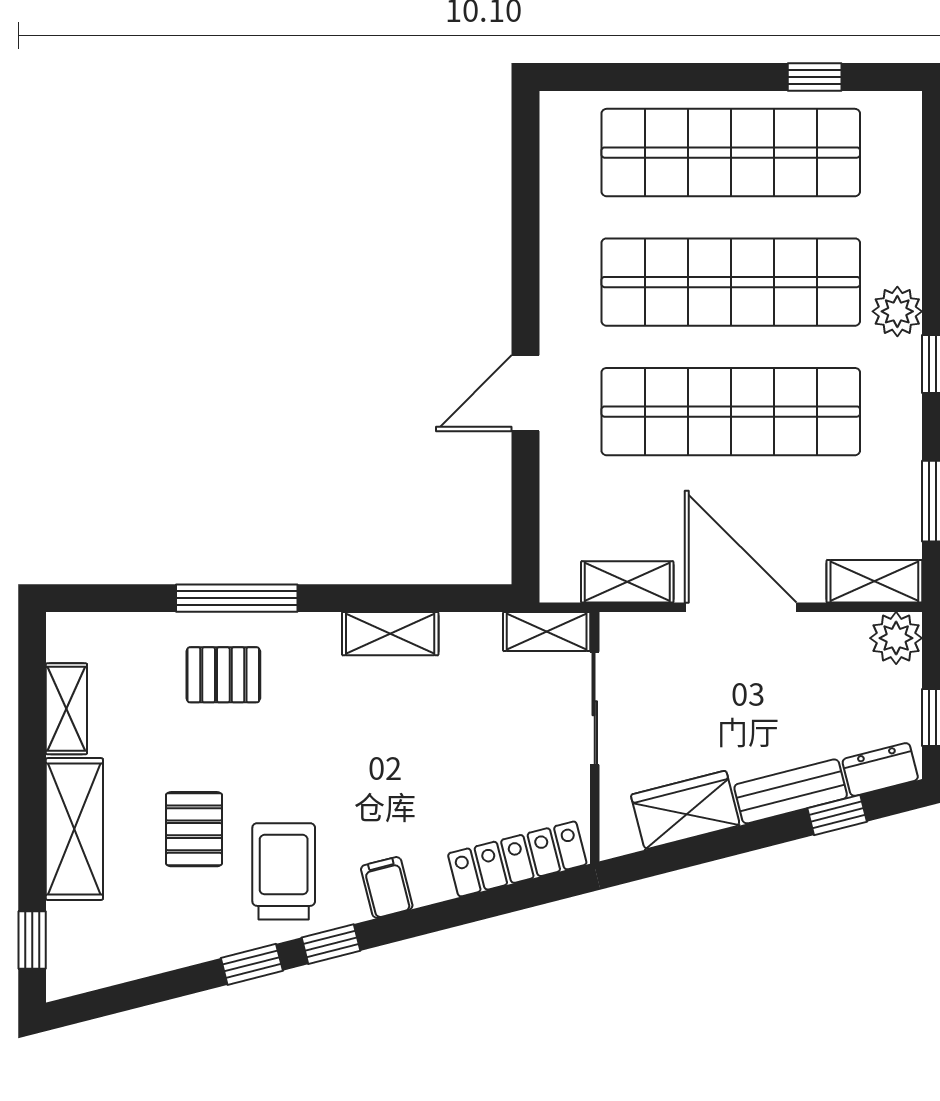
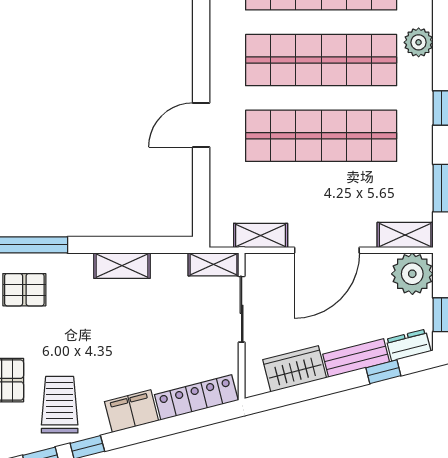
plant: (897, 311) -> (419, 42), moved
door: (741, 607) -> (327, 250), swing flipped
plant: (896, 638) -> (412, 274), width x1.36, depth x1.36
filing cabinet: (387, 887) -> (132, 411), width x2.00

